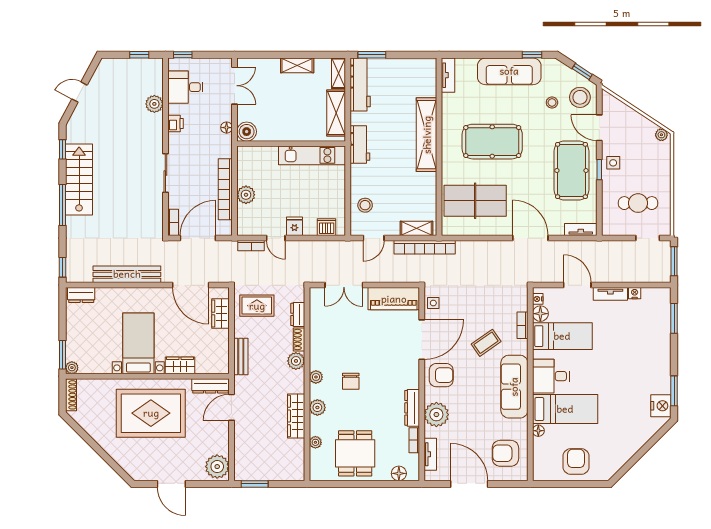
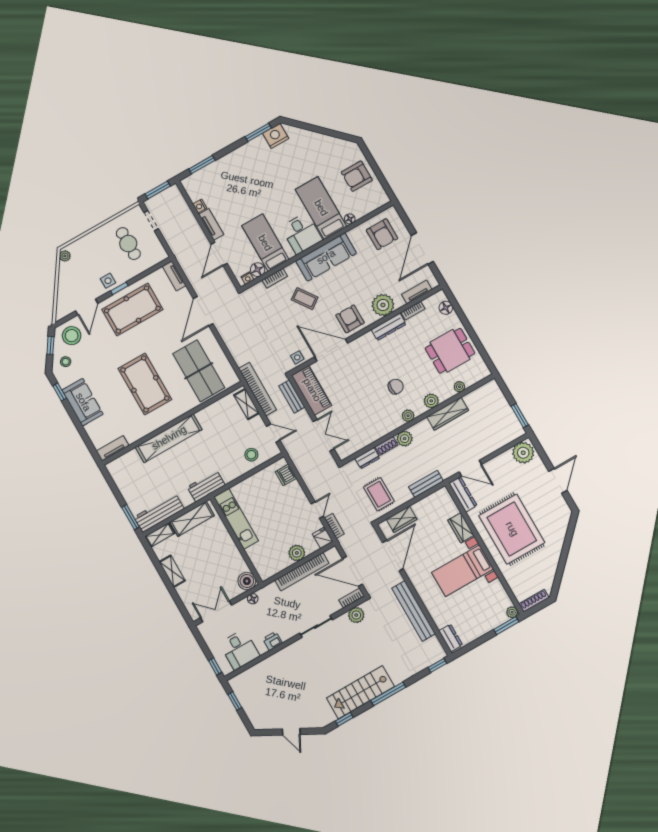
sofa: (509, 71) -> (83, 402), width x0.73
stool: (552, 103) -> (66, 362), moved
plant: (154, 104) -> (356, 615), moved
fridge: (294, 226) -> (323, 538), moved, turned 90
bench: (399, 276) -> (292, 397), added

